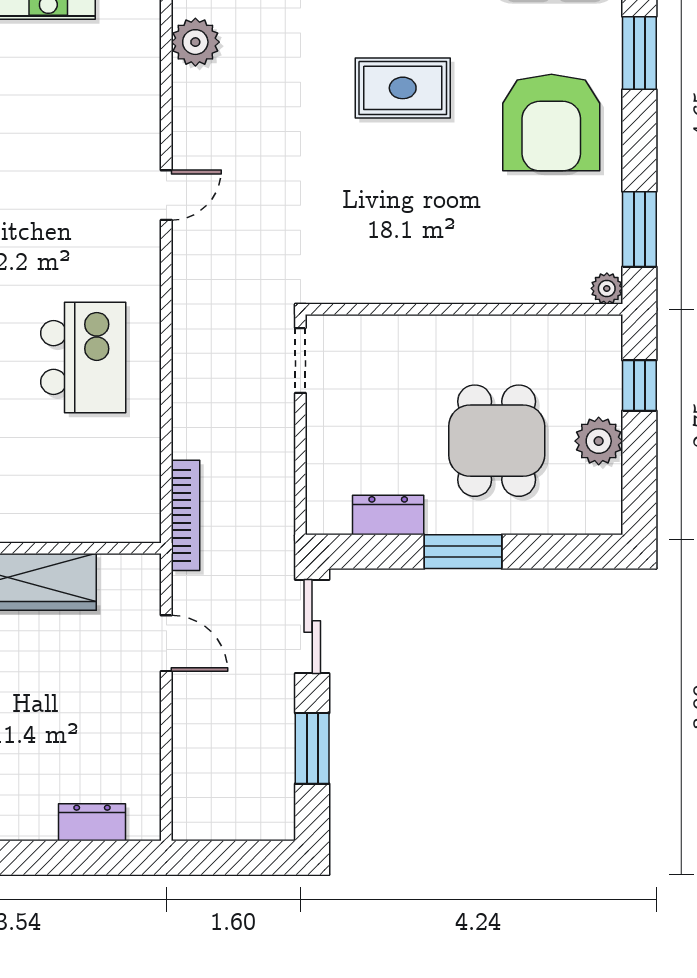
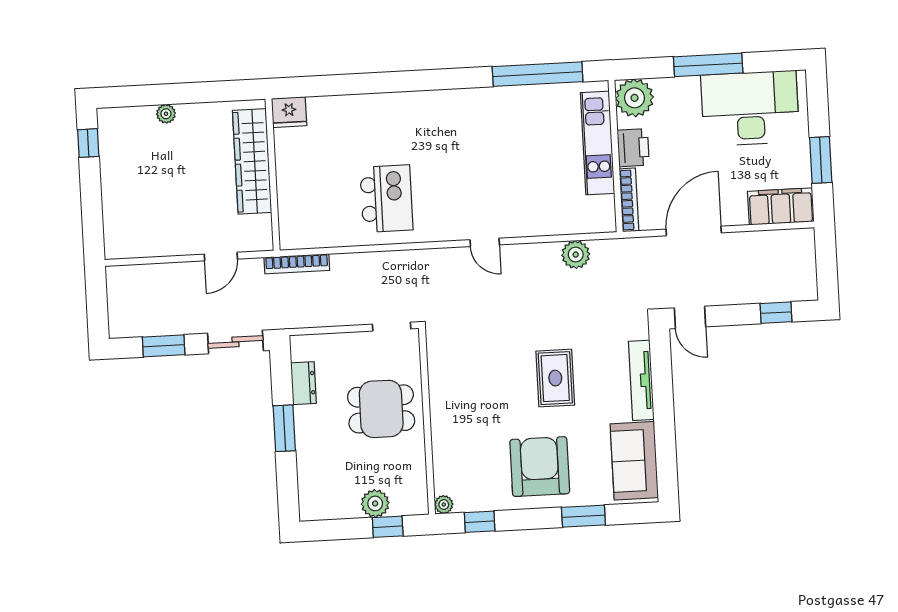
armchair: (551, 123) -> (540, 467), turned 90
window: (639, 229) -> (480, 522), width x0.67
kitchen island: (83, 357) -> (386, 199), turned -90
dining table: (497, 441) -> (381, 409), moved
plant: (599, 441) -> (375, 503), moved
dresser: (92, 822) -> (113, 219), removed

